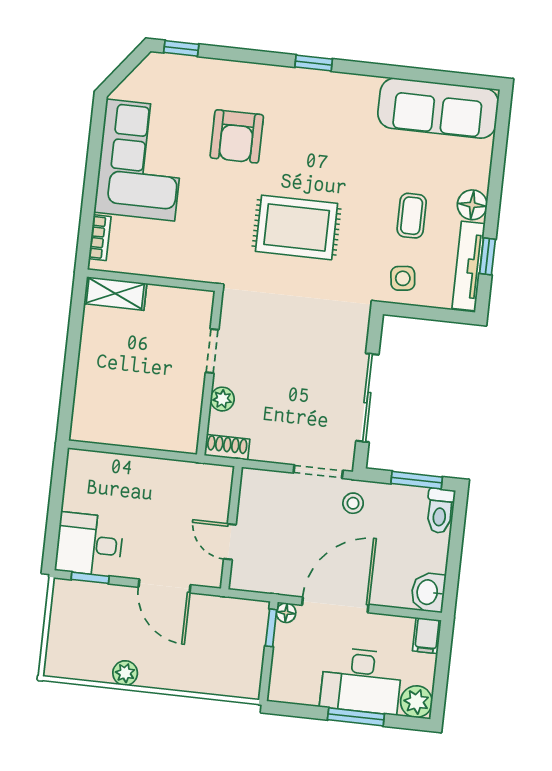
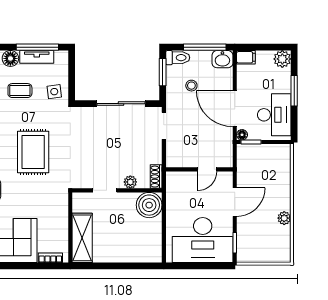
window: (487, 256) -> (37, 47), width x2.17
tv unit: (468, 266) -> (37, 57), width x0.71
shelving: (115, 294) -> (82, 238), width x1.50, depth x1.33
boiler: (176, 429) -> (149, 205), added
stool: (353, 503) -> (191, 86), moved
desk: (89, 544) -> (203, 240), width x1.87, depth x1.30
window: (454, 562) -> (205, 47), added
desk: (361, 681) -> (274, 115), moved

